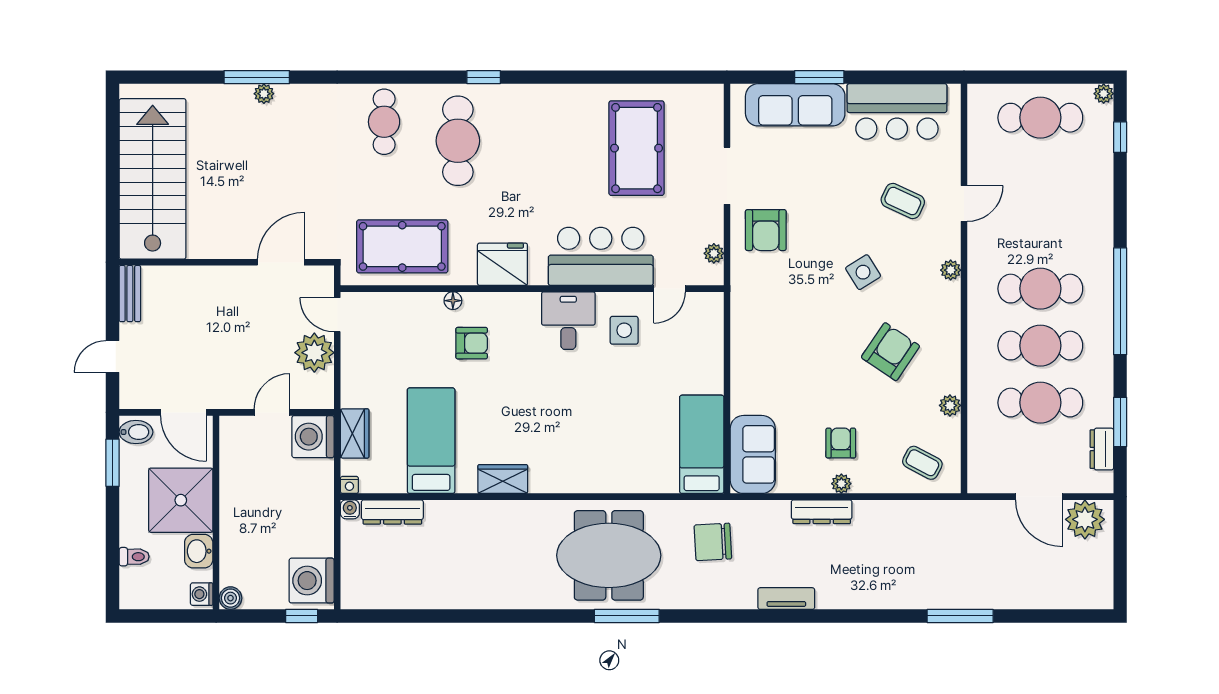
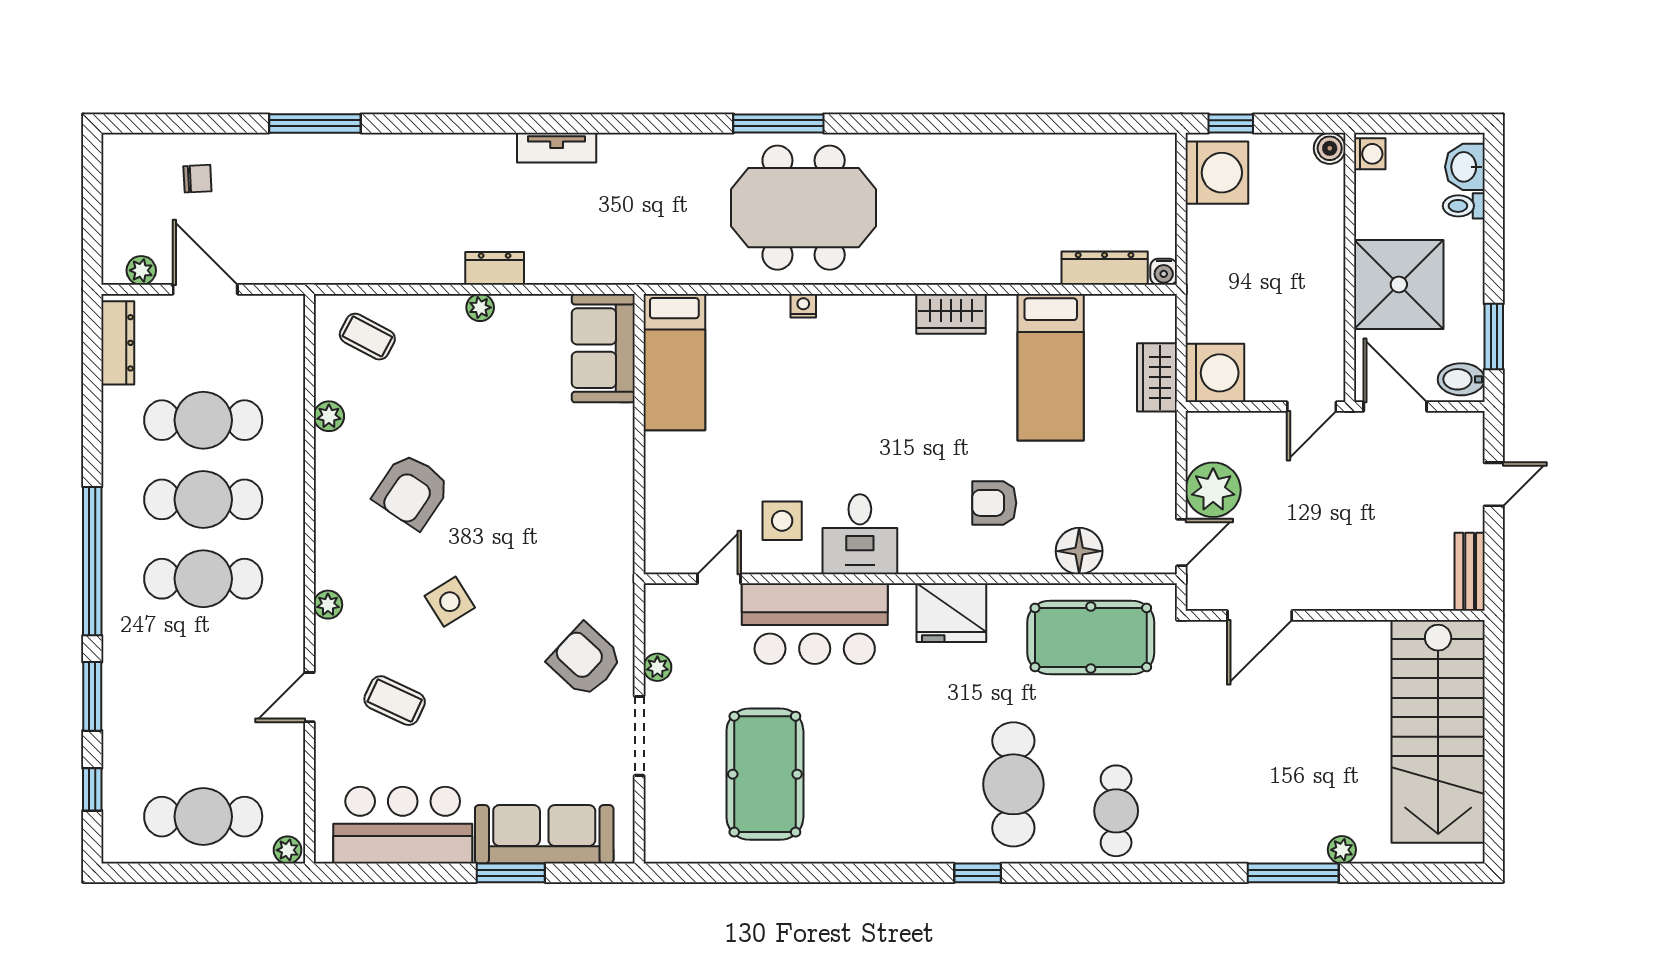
plant: (264, 94) -> (1342, 850), moved
plant: (1104, 94) -> (288, 850), moved
armchair: (766, 230) -> (585, 660), turned -47
plant: (714, 253) -> (657, 667), moved
floor lamp: (453, 301) -> (1079, 551), moved, width x1.89, depth x1.89
door: (337, 315) -> (1181, 543), hinge flipped
door: (272, 412) -> (1312, 407), moved
window: (1120, 422) -> (92, 696), moved
armchair: (841, 443) -> (481, 364), removed
dresser: (1102, 449) -> (118, 343), width x1.44
nightstand: (349, 485) -> (803, 306), moved
dresser: (822, 512) -> (495, 268), width x0.70
plant: (1085, 519) -> (141, 270), width x0.53, depth x0.53
chair: (713, 542) -> (197, 179), moved, width x0.54, depth x0.54
washbasin: (199, 551) -> (1465, 167), moved, turned 180

